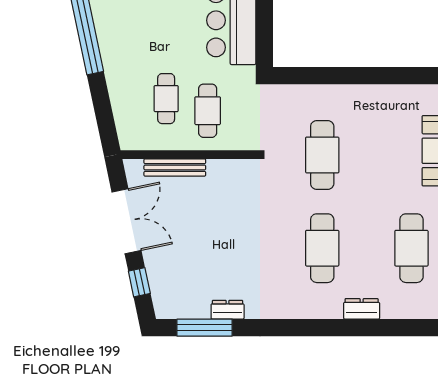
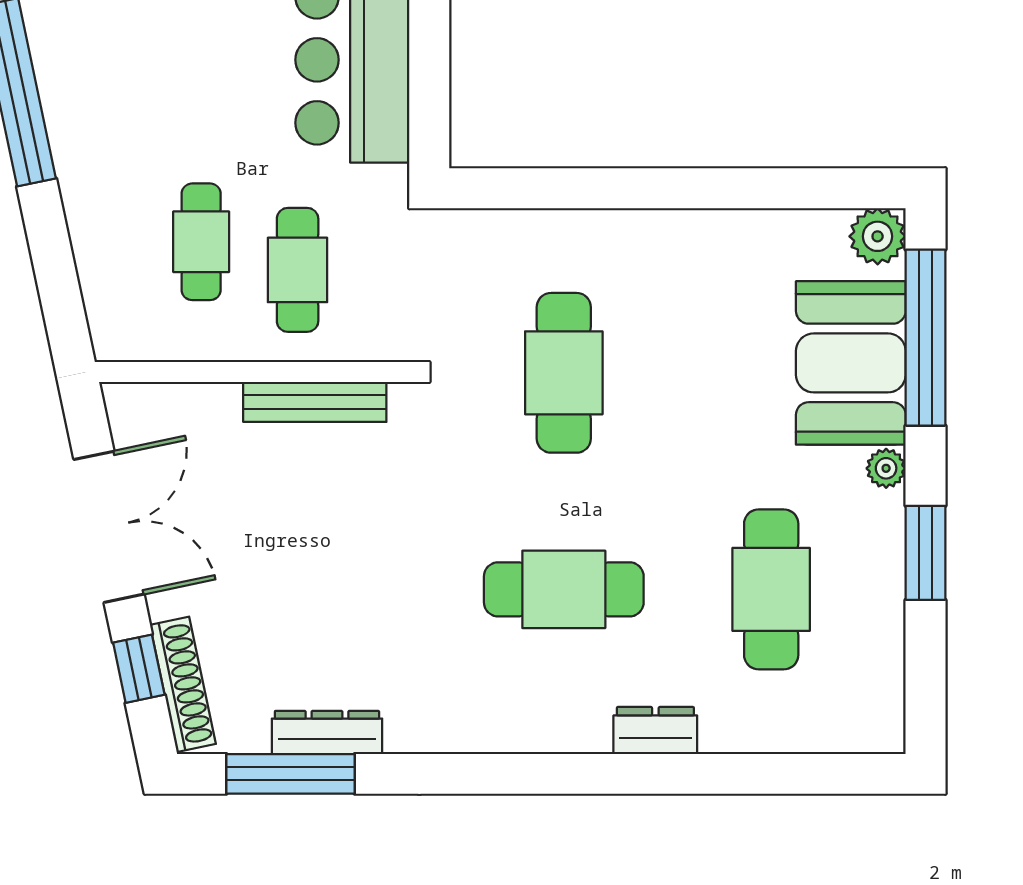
bench: (175, 167) -> (315, 402), moved
cafe table: (322, 248) -> (564, 589), turned 90
shoe rack: (158, 289) -> (183, 684), added
dresser: (228, 310) -> (327, 732), width x1.44

